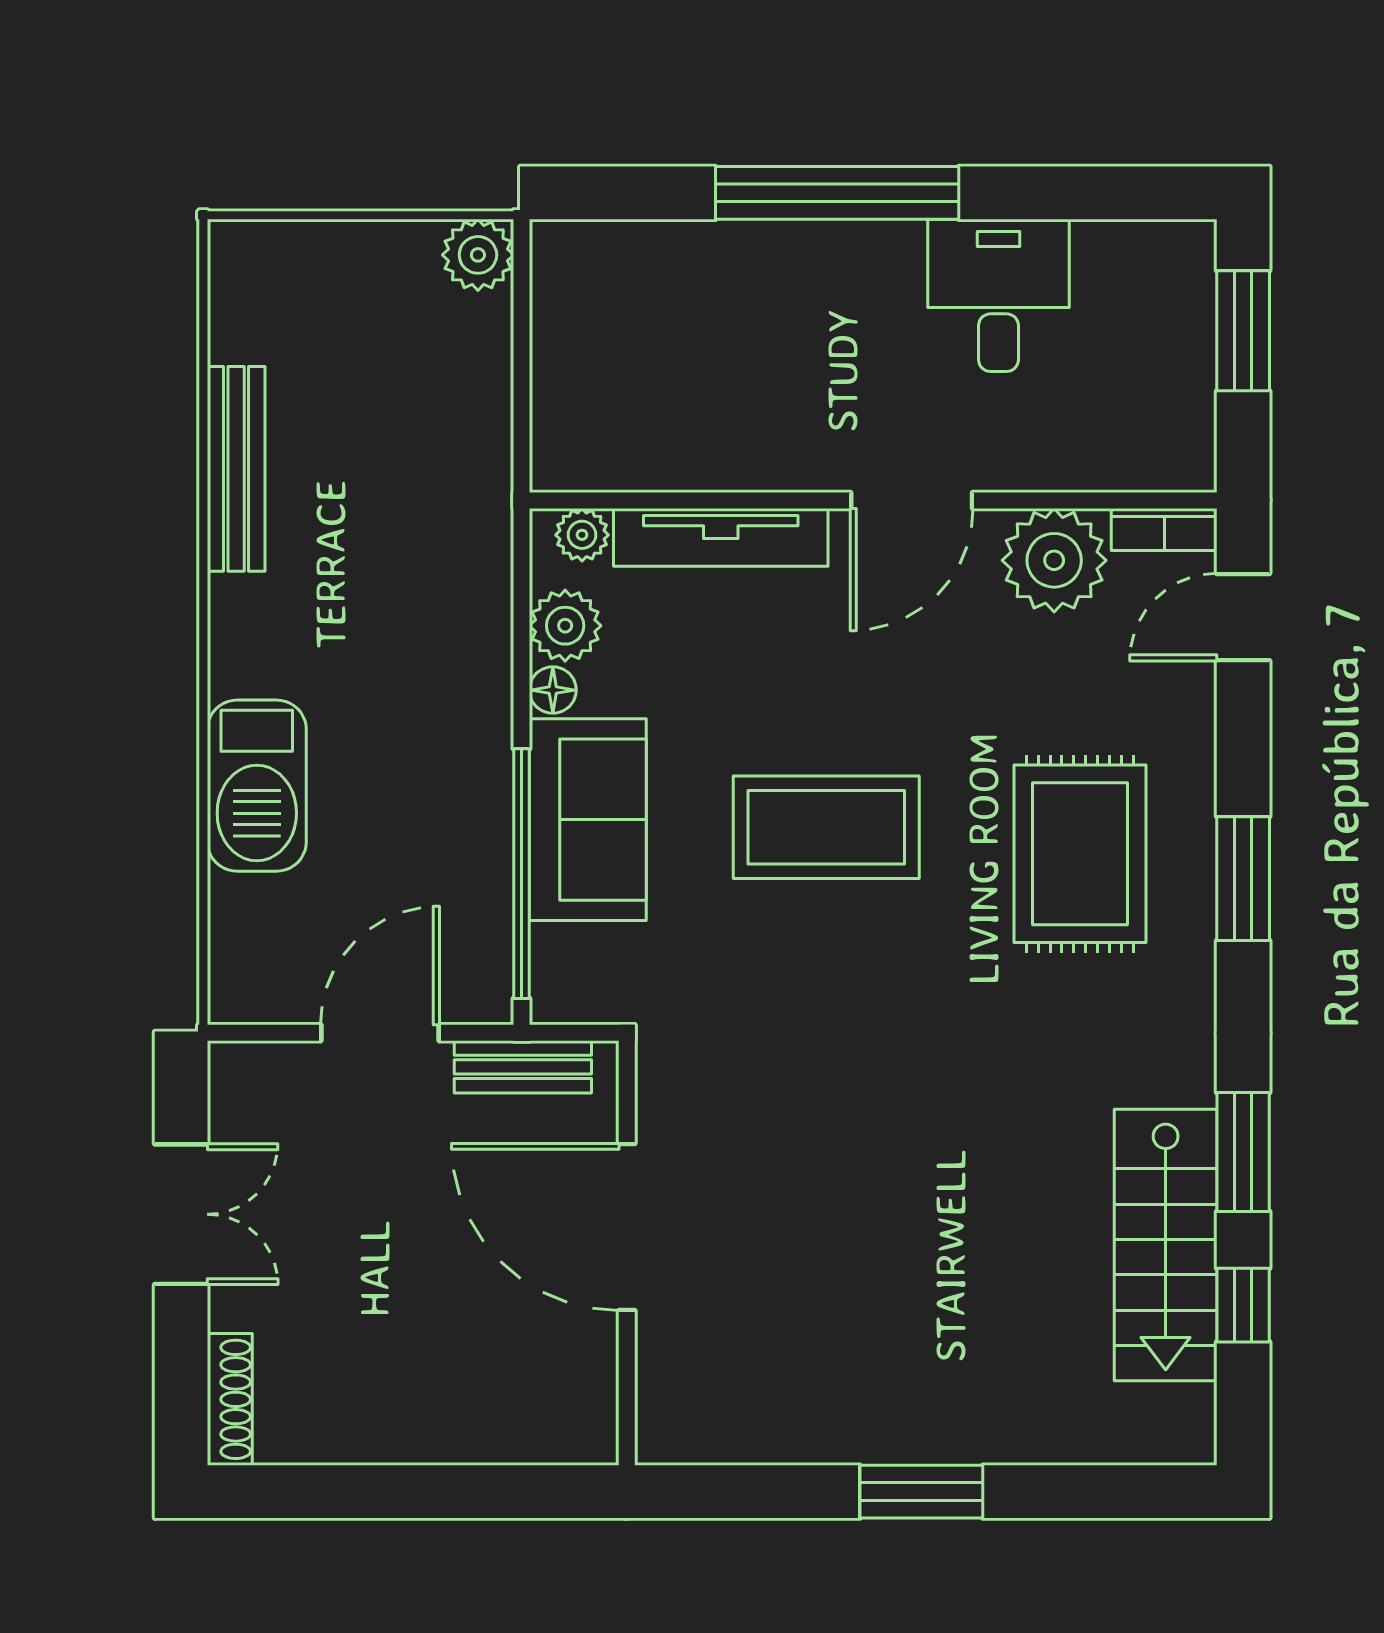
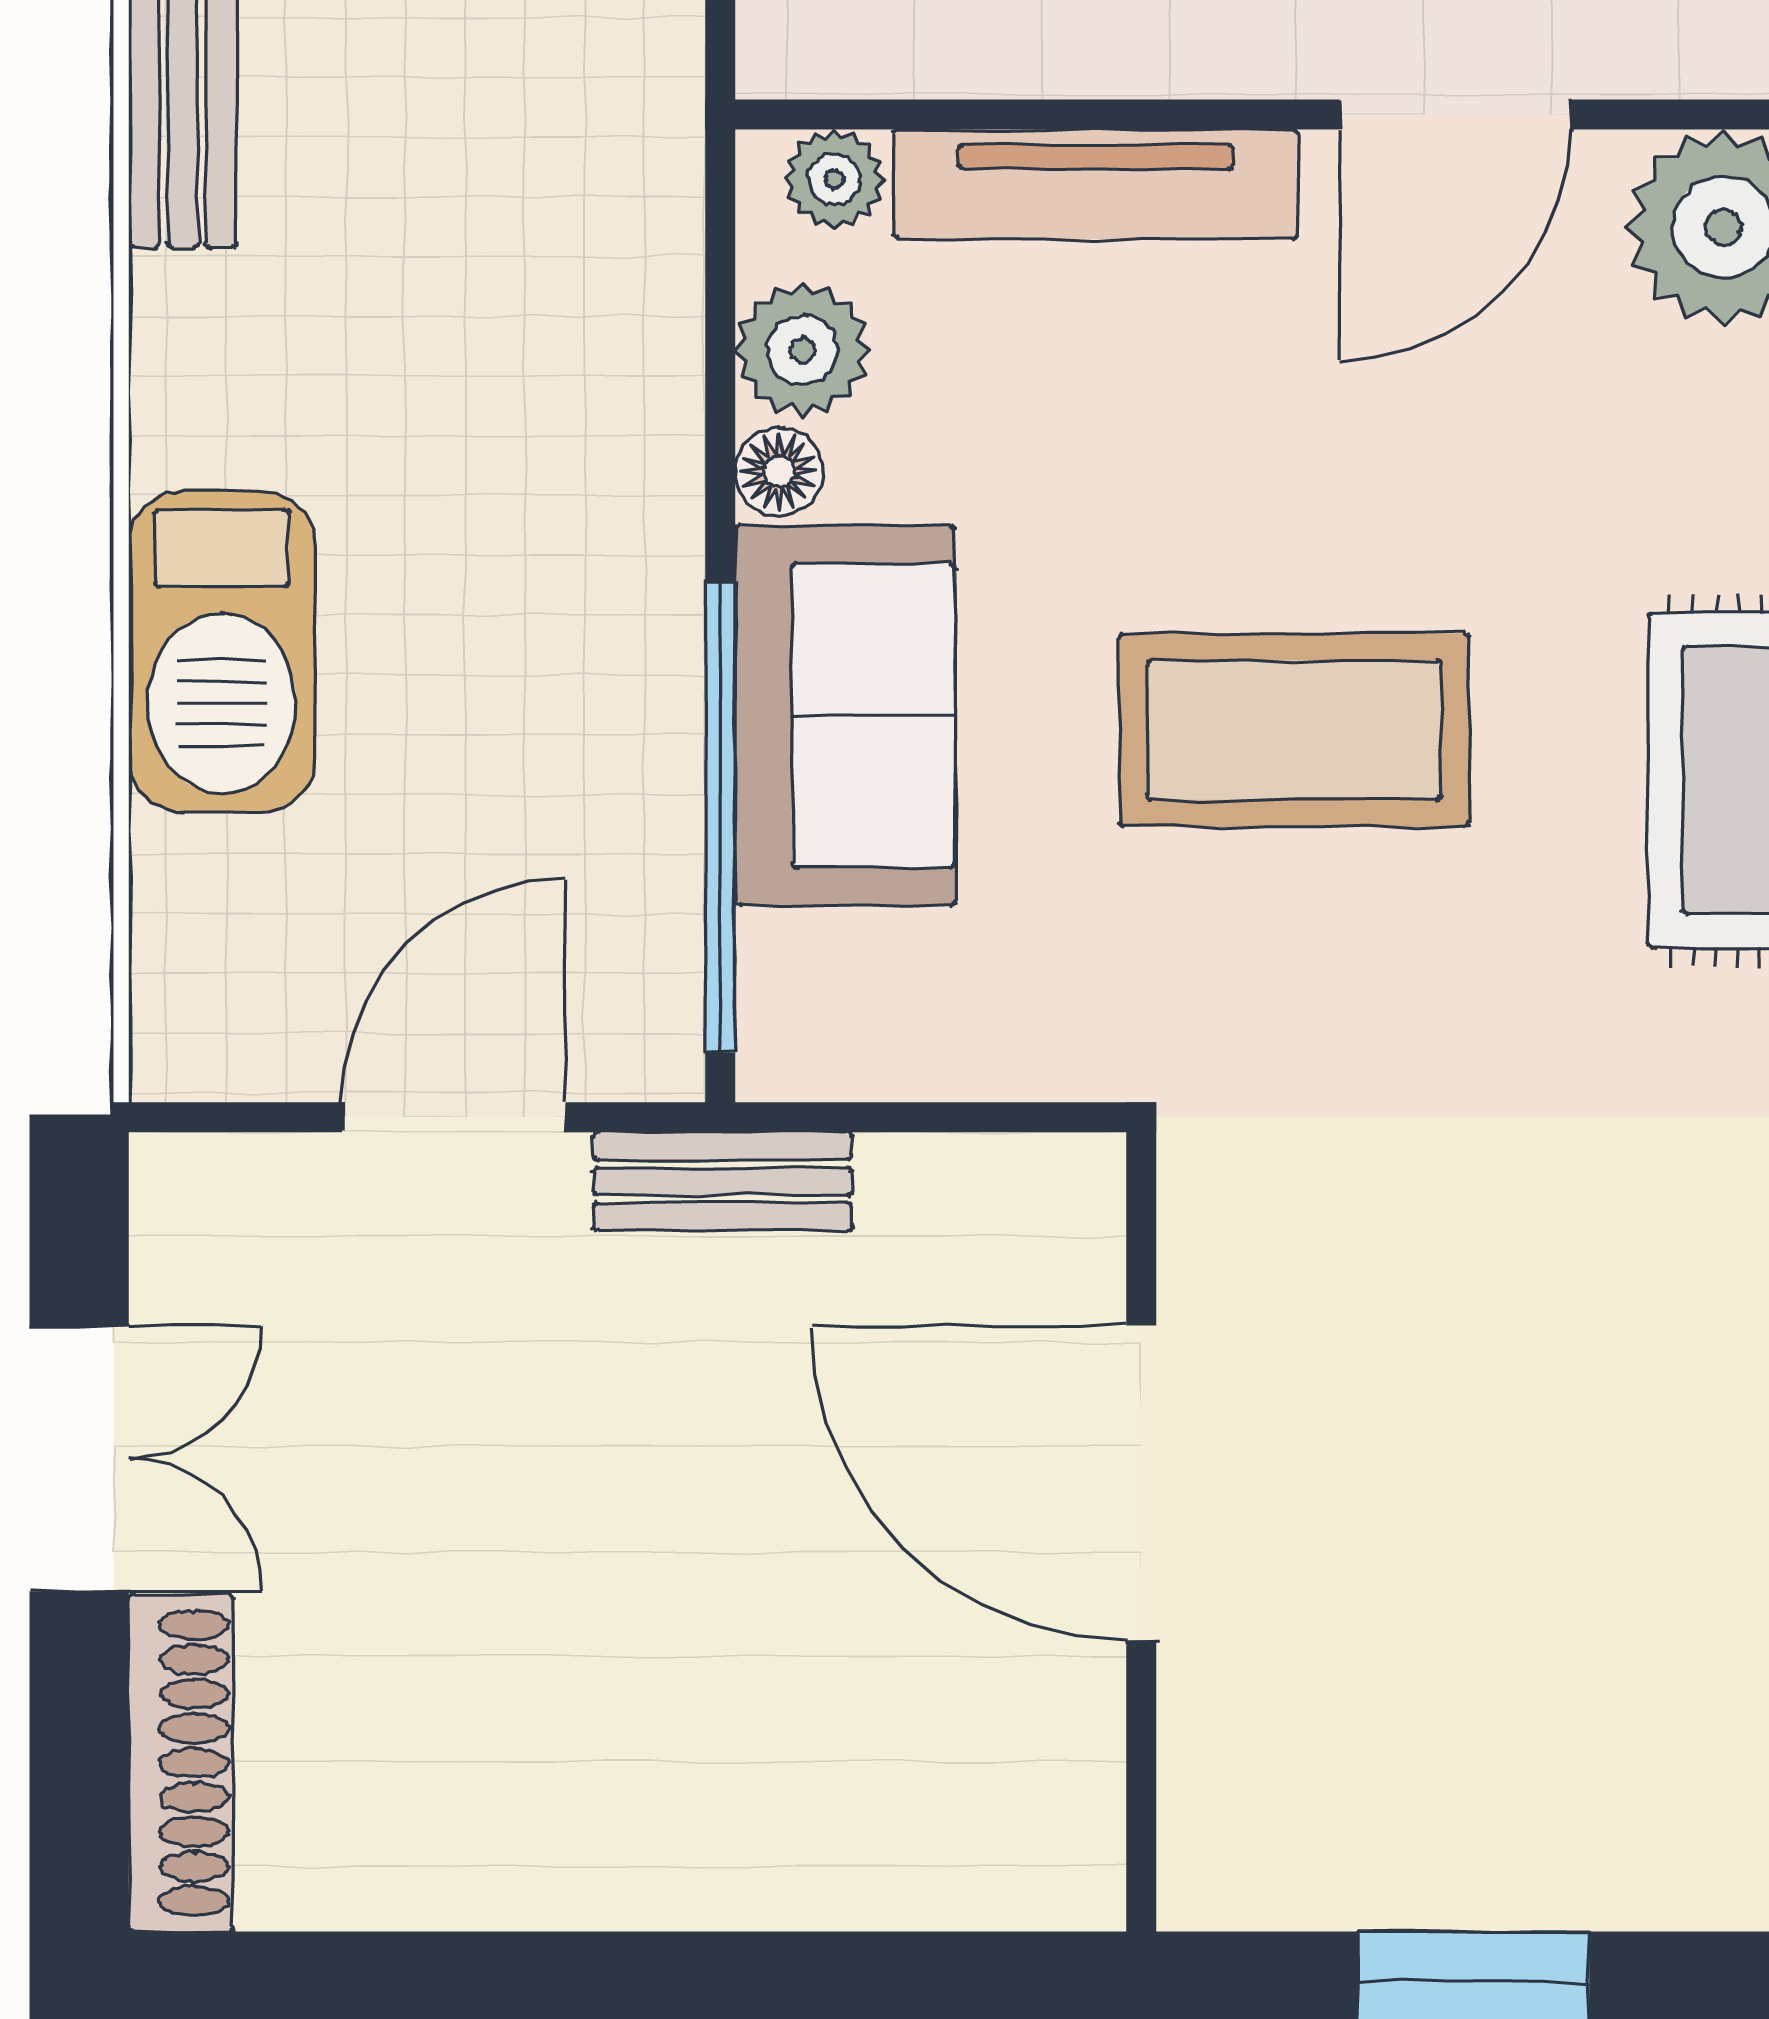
door: (627, 1227) -> (1141, 1483), moved
wall: (627, 1253) -> (1141, 1532), moved
shoe rack: (230, 1399) -> (181, 1763), width x1.36, depth x1.24

